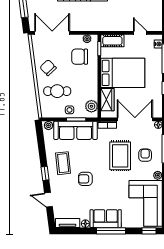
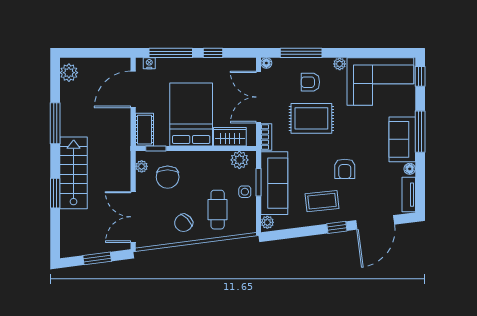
door: (140, 33) -> (133, 89), width x1.88
door: (48, 200) -> (375, 222), width x1.87

